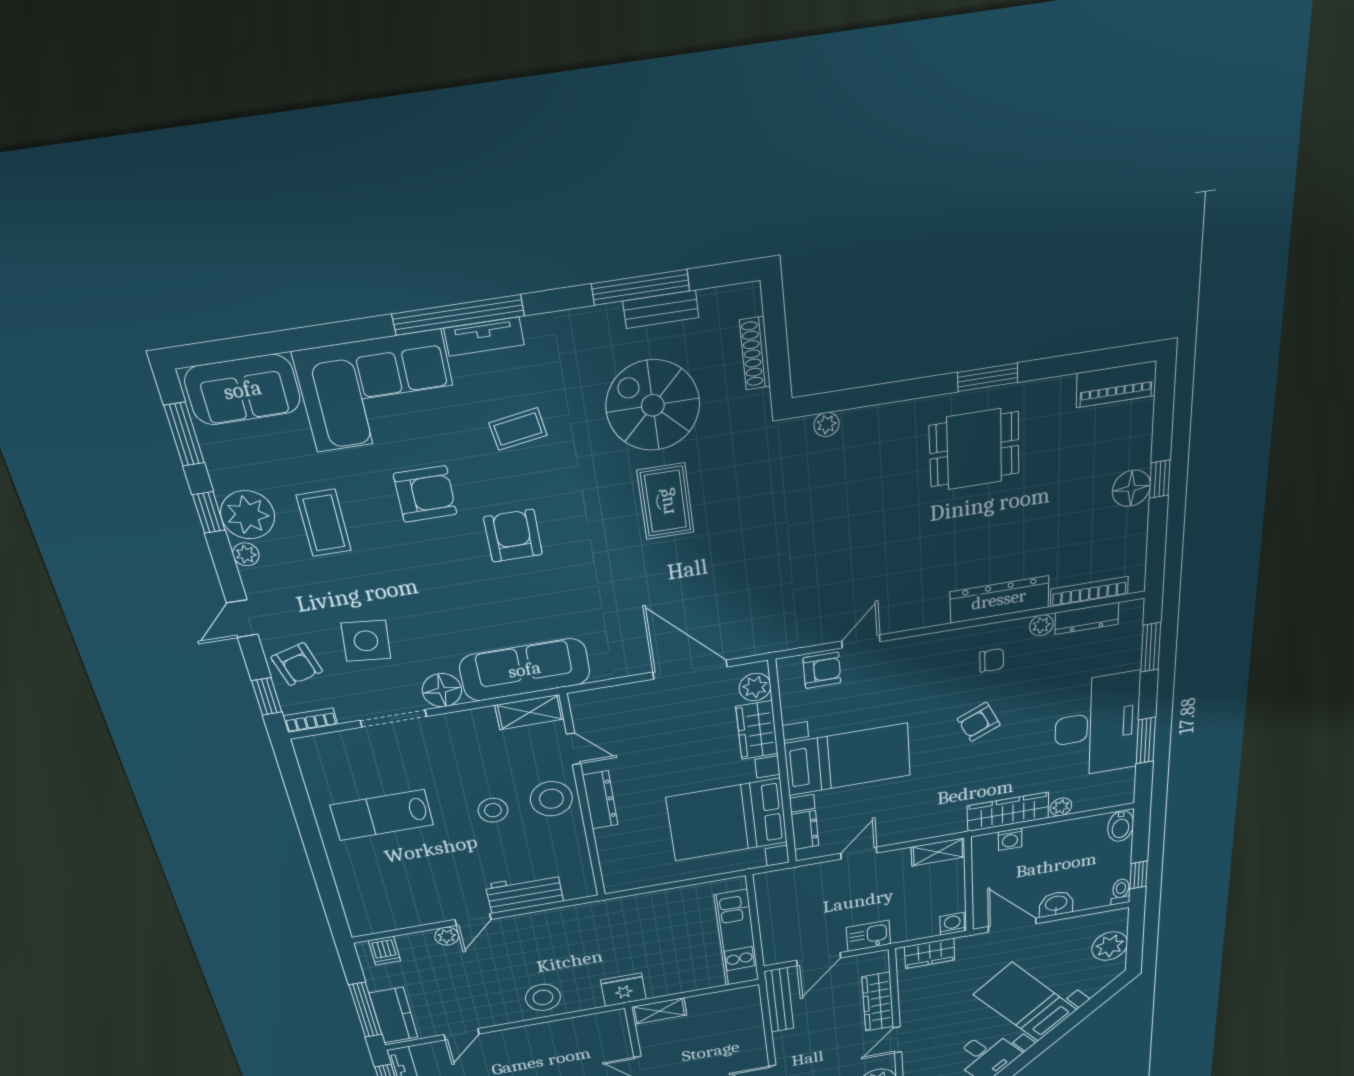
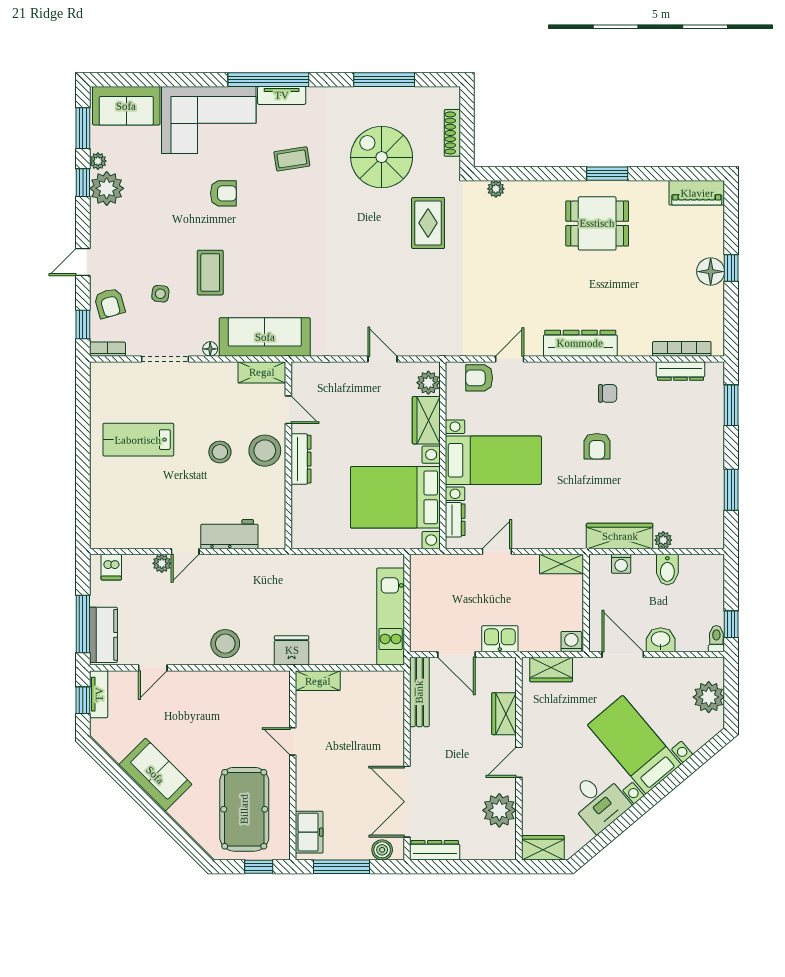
bench: (661, 309) -> (395, 95), removed
armchair: (425, 494) -> (223, 193), width x0.72, depth x0.72
rug: (666, 501) -> (428, 223), moved
coffee table: (324, 523) -> (210, 273), moved
armchair: (513, 536) -> (275, 233), removed
plant: (246, 554) -> (98, 161), moved
dresser: (999, 600) -> (580, 343), moved
plant: (1041, 625) -> (646, 370), removed
side table: (366, 641) -> (160, 294), width x0.54, depth x0.54
door: (690, 670) -> (382, 359), width x0.53
armchair: (822, 670) -> (479, 378), turned 180
floor lamp: (442, 690) -> (210, 349), width x0.53, depth x0.53
armchair: (979, 722) -> (597, 446), turned -65
desk: (1097, 726) -> (691, 468), removed
bidet: (1121, 826) -> (667, 570), moved
door: (819, 959) -> (456, 655), hinge flipped
wardrobe: (878, 1002) -> (504, 714), width x0.67

